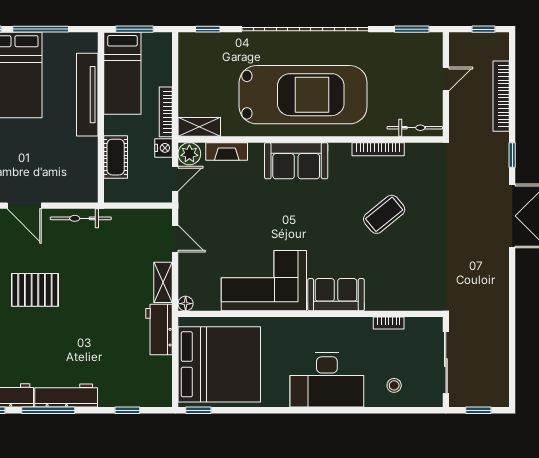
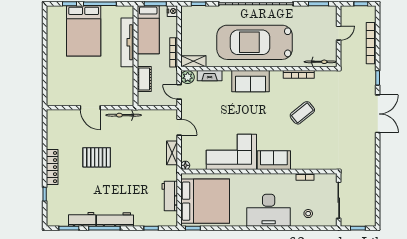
car: (303, 95) -> (255, 42), turned 180
nightstand: (164, 148) -> (172, 11), moved
door: (175, 179) -> (179, 92), swing flipped
workbench: (159, 330) -> (170, 196), moved

